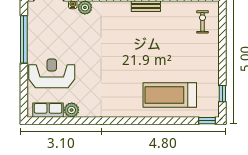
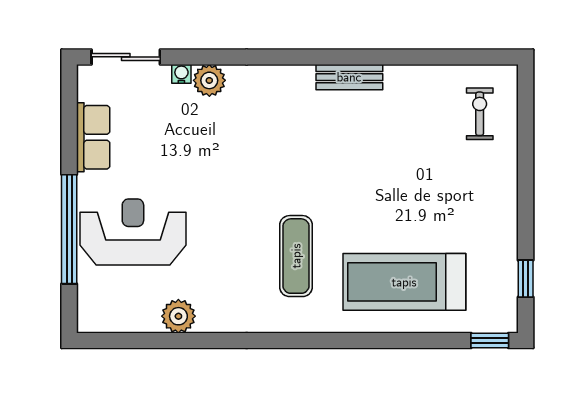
window: (24, 39) -> (69, 229), moved
exercise mat: (123, 84) -> (296, 256), added
row of seats: (48, 110) -> (93, 137), moved, turned 90

